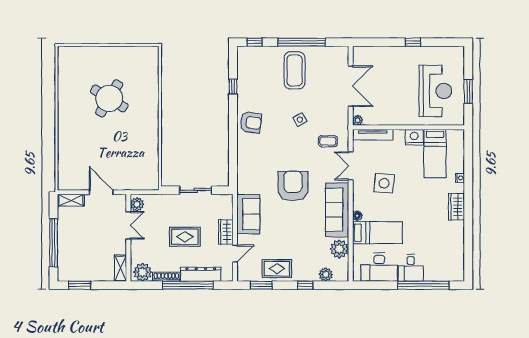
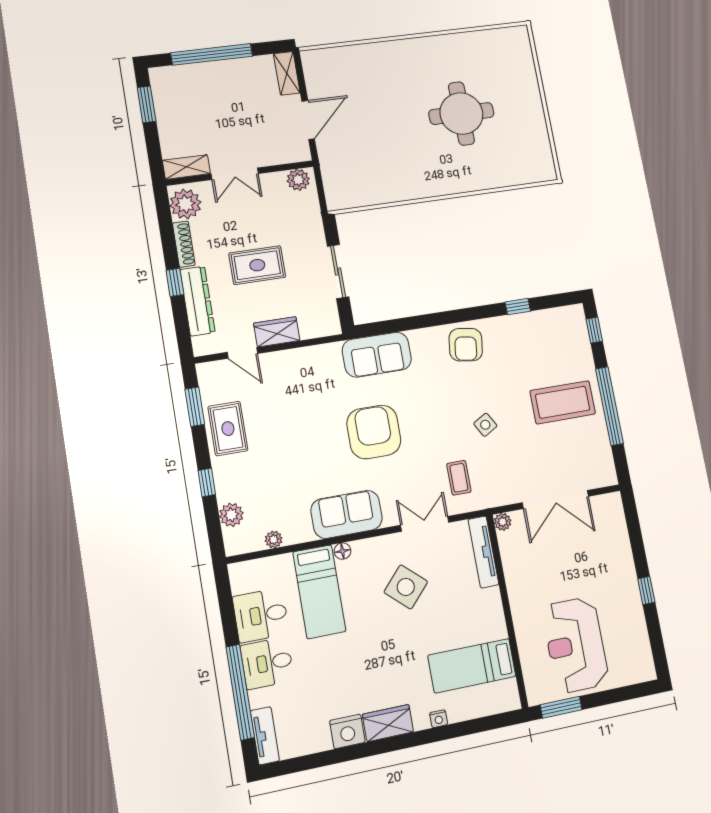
reception desk: (435, 91) -> (575, 645), turned 90
window: (468, 91) -> (561, 707), moved
round table: (109, 98) -> (461, 114), turned -31
nightstand: (414, 137) -> (347, 731), moved, turned 90
side table: (384, 183) -> (406, 587), turned 37
armchair: (293, 186) -> (374, 432), turned -90
sofa: (337, 210) -> (347, 514), width x0.73
sofa: (248, 214) -> (377, 355), moved
double door: (128, 225) -> (235, 174), moved
rug: (185, 237) -> (257, 265), turned 90
plant: (339, 249) -> (274, 539), width x0.53, depth x0.53
desk: (379, 267) -> (261, 615), width x0.73
tv unit: (449, 276) -> (265, 736), added
window: (188, 285) -> (175, 282), width x0.32

